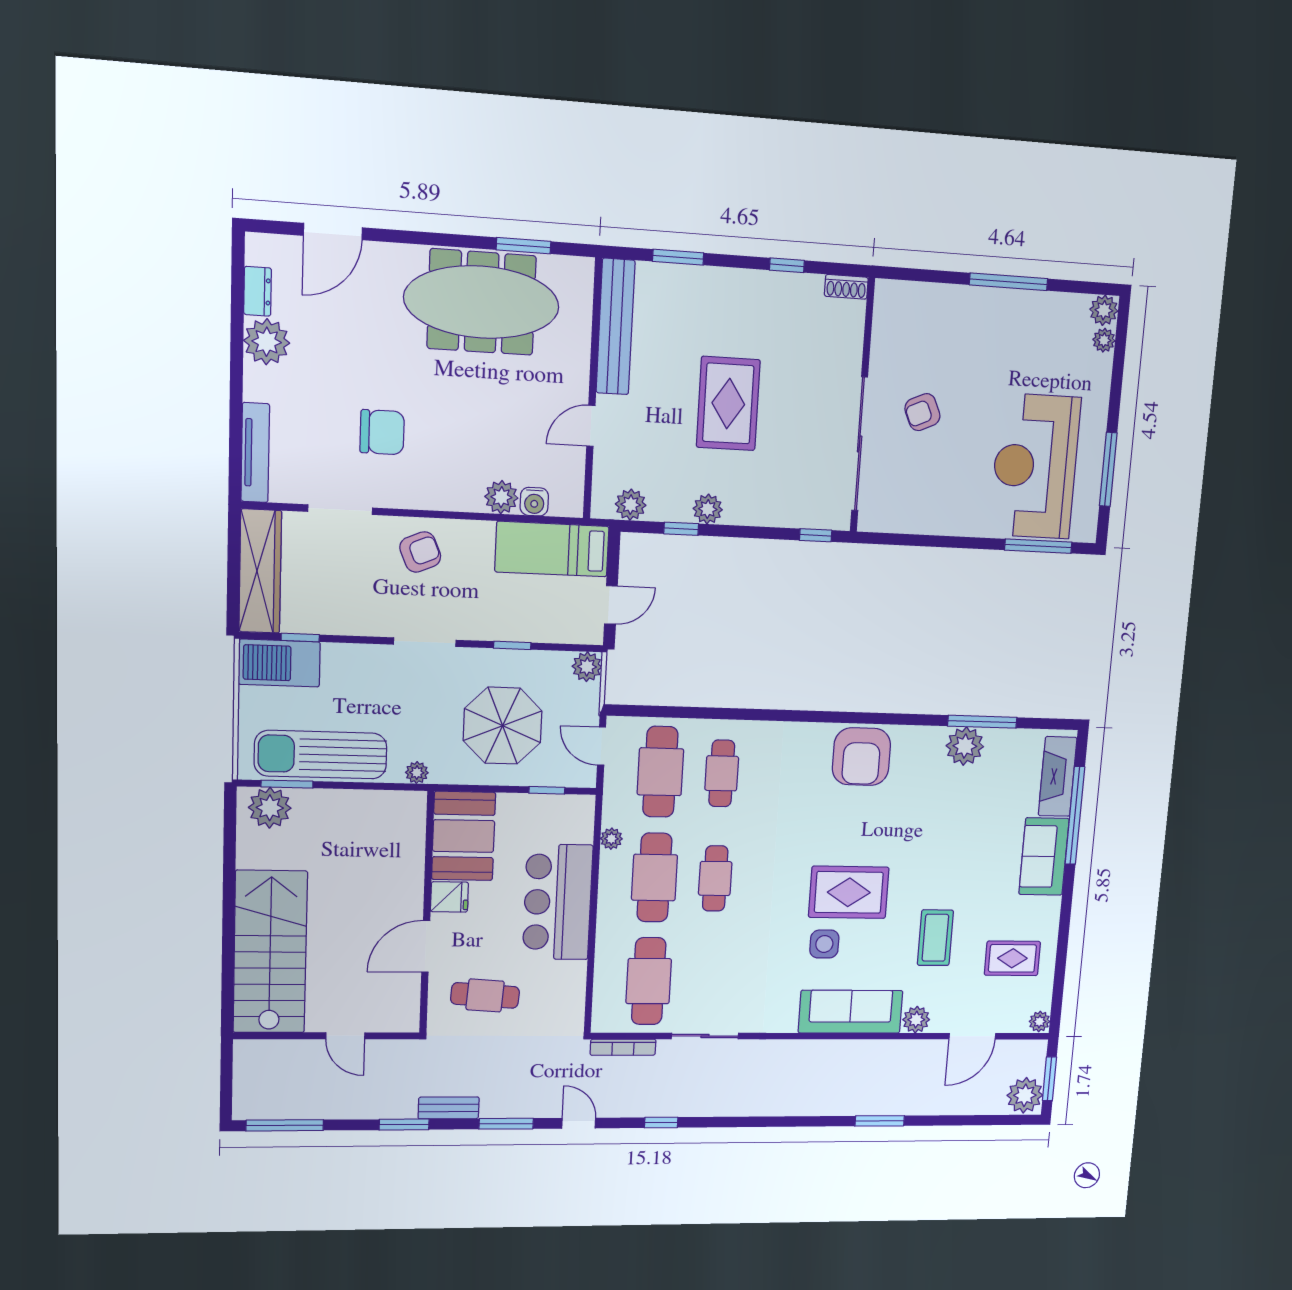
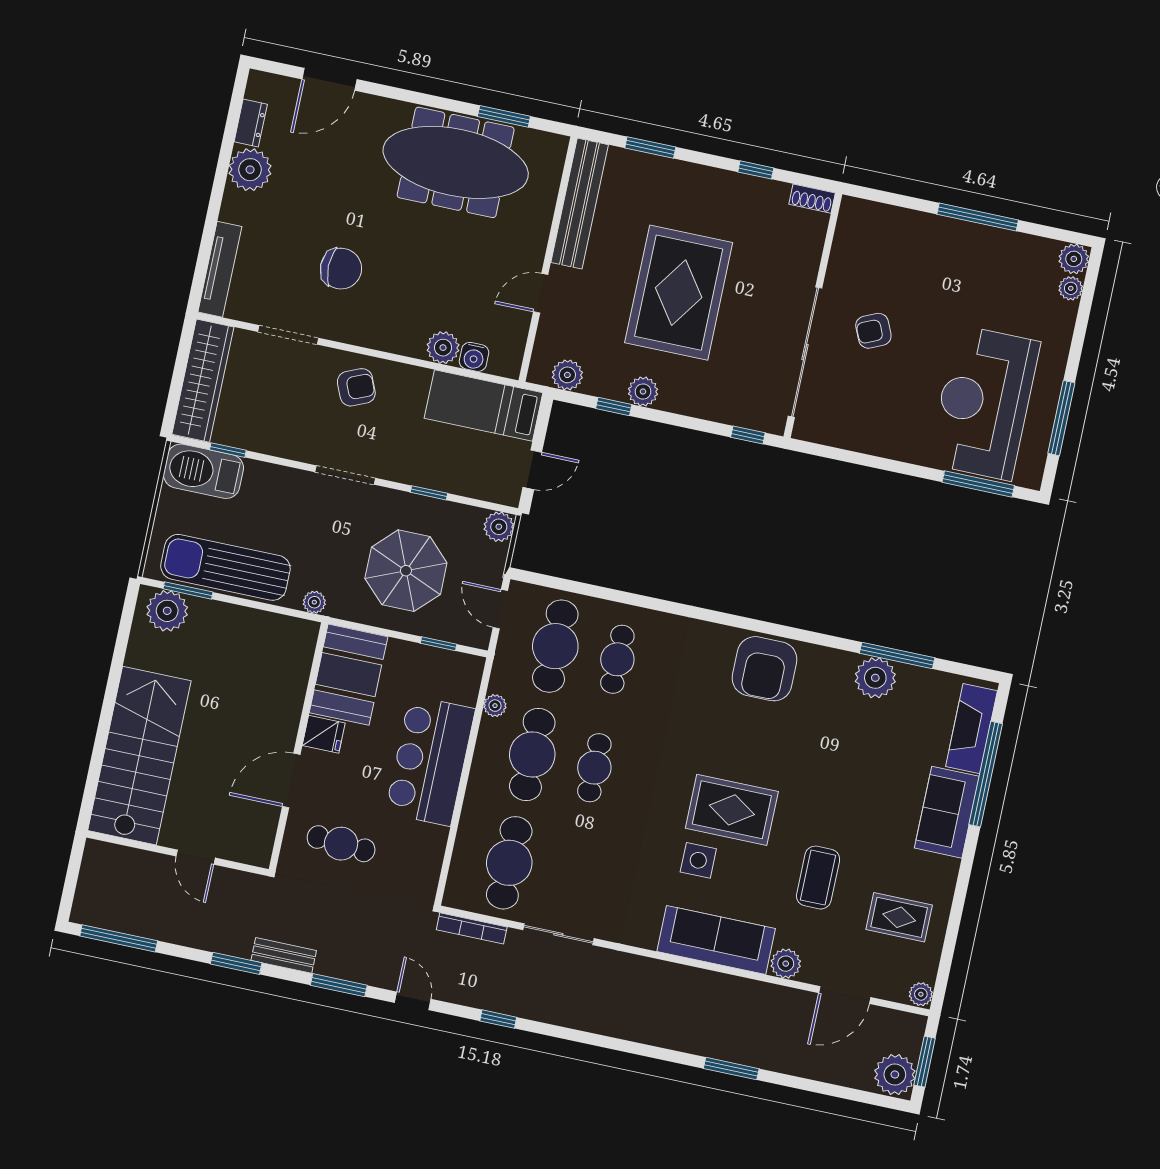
rug: (728, 404) -> (679, 293), width x1.37, depth x1.44

